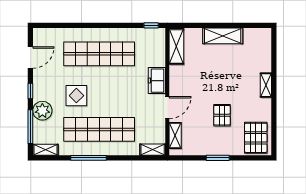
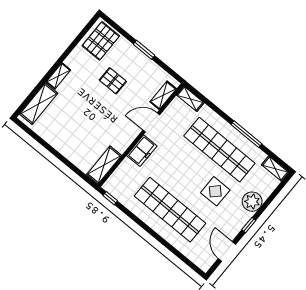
shelving: (223, 36) -> (39, 104), moved, turned 90
door: (30, 58) -> (227, 252), hinge flipped
pallet: (222, 115) -> (113, 81), turned 90
window: (30, 127) -> (272, 197), removed

